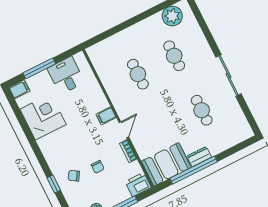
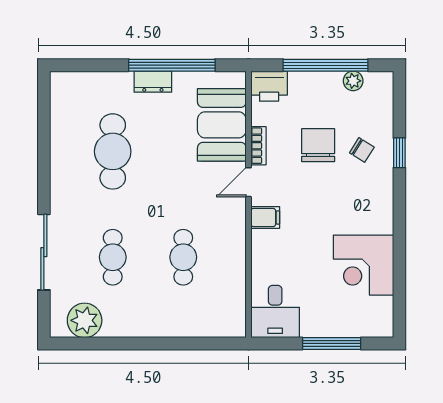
desk: (66, 75) -> (275, 311), moved
sliding door: (229, 75) -> (44, 252), moved
filing cabinet: (19, 89) -> (379, 326), removed
cafe table: (202, 110) -> (113, 151), width x1.37, depth x1.35
booth: (166, 164) -> (222, 125), moved, turned 90
chair: (98, 167) -> (318, 145), width x1.87, depth x1.87

